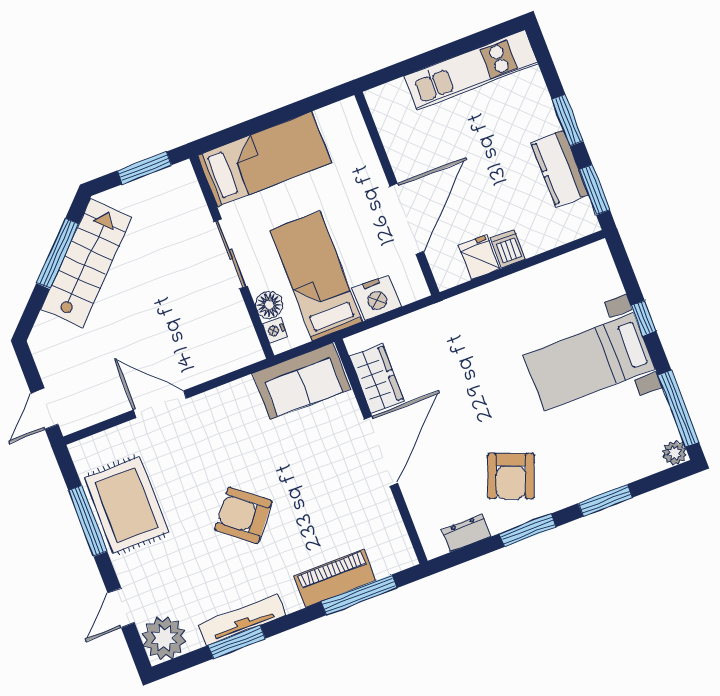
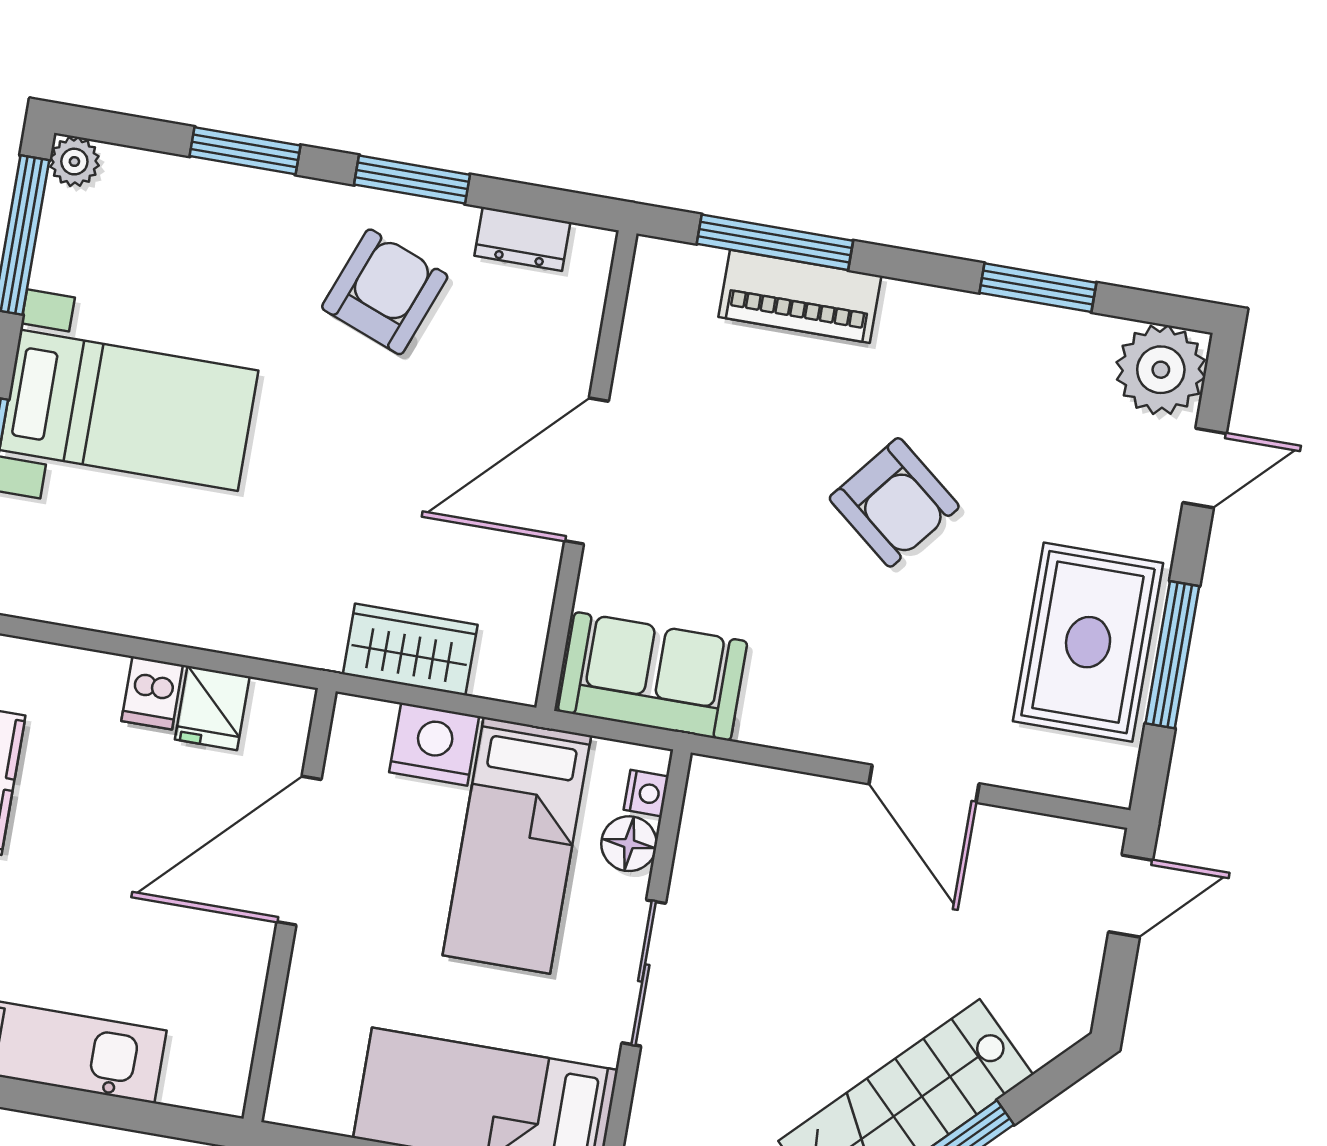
wardrobe: (377, 379) -> (410, 649), moved, turned 90
tv unit: (242, 620) -> (1005, 321), removed

